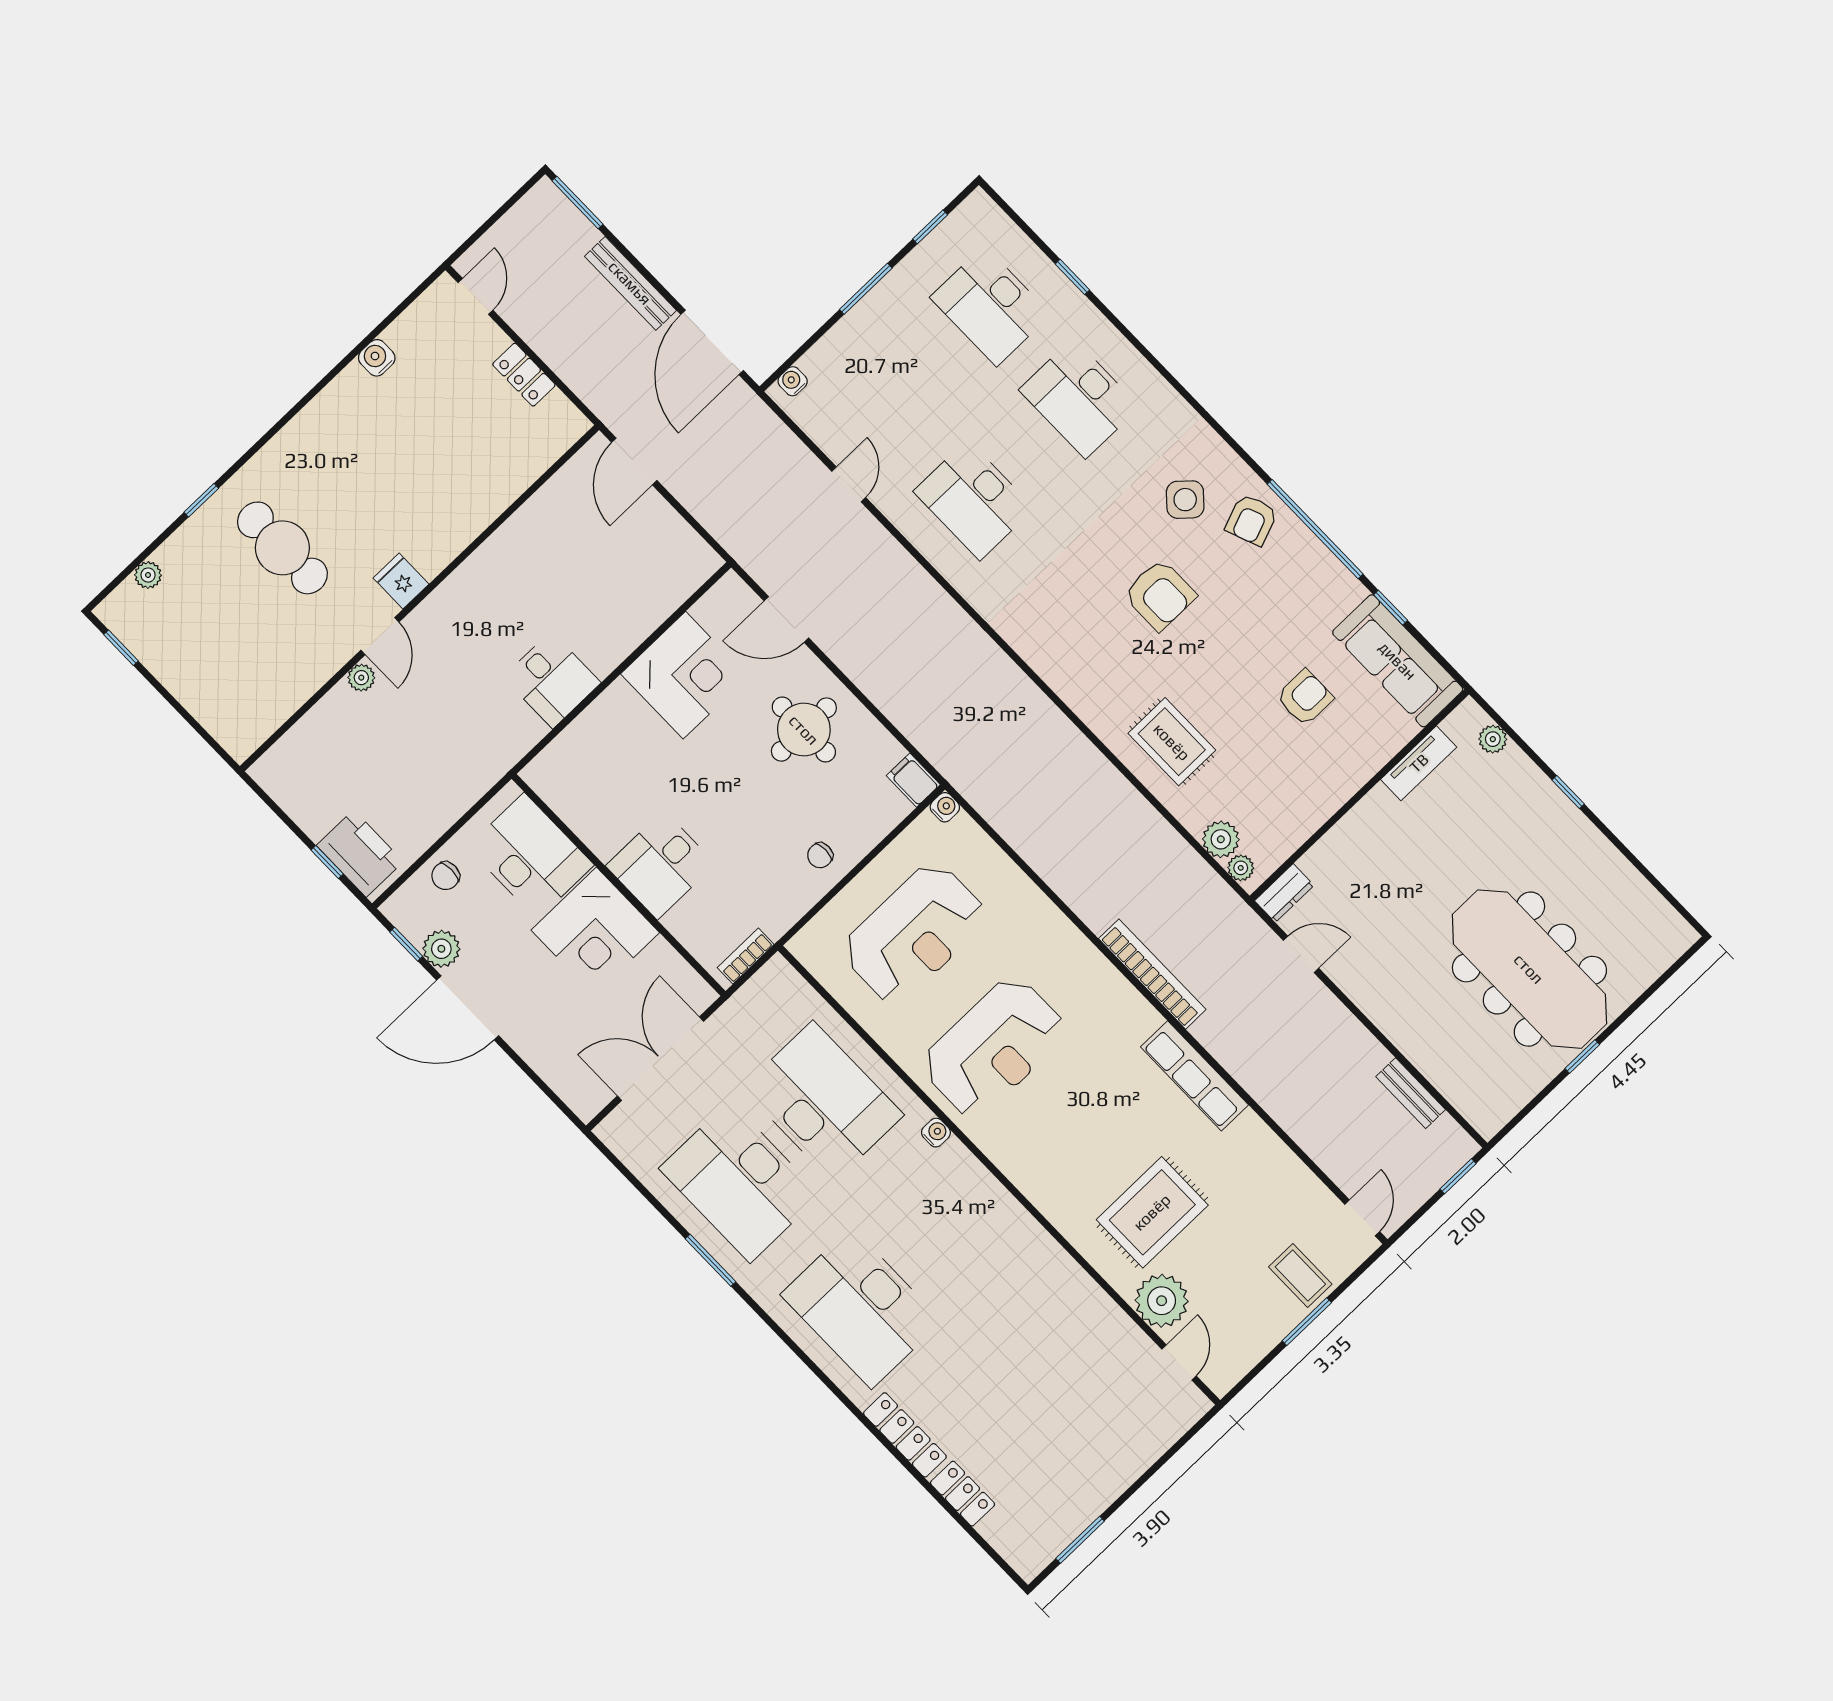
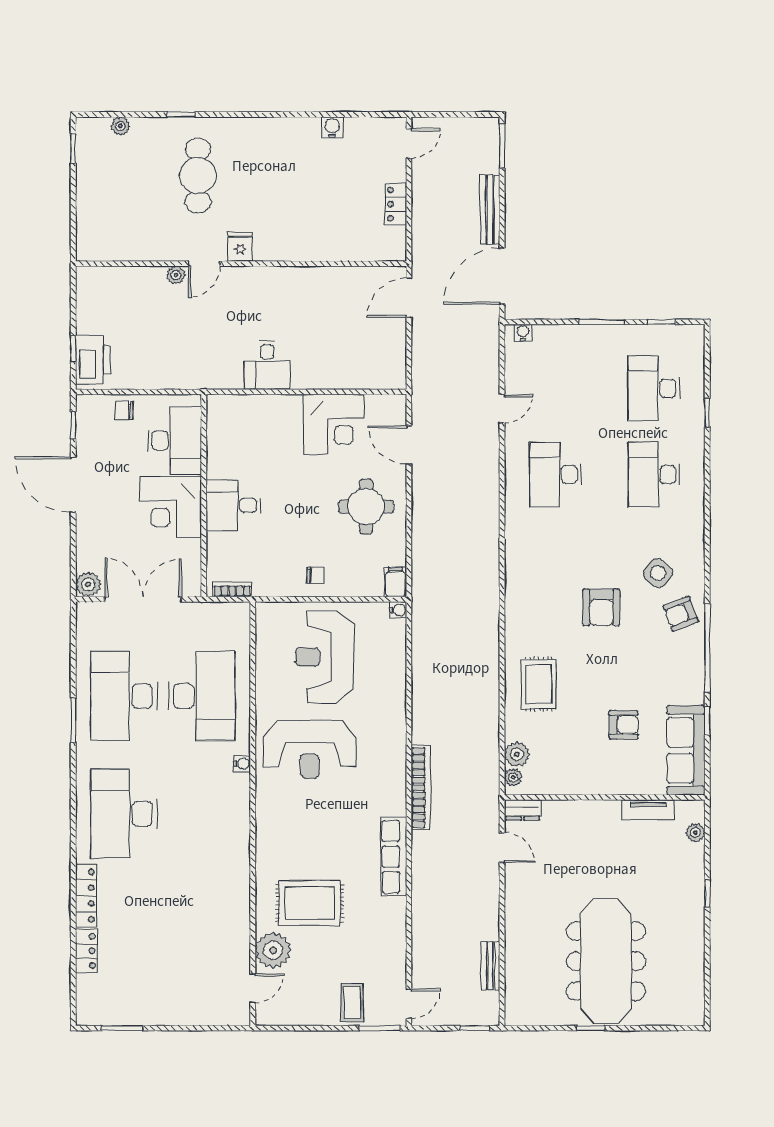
chair: (820, 855) -> (315, 575), turned 180
reception desk: (914, 933) -> (324, 657), turned 90
plant: (441, 949) -> (88, 584), moved
window: (1307, 1322) -> (380, 1028), moved

